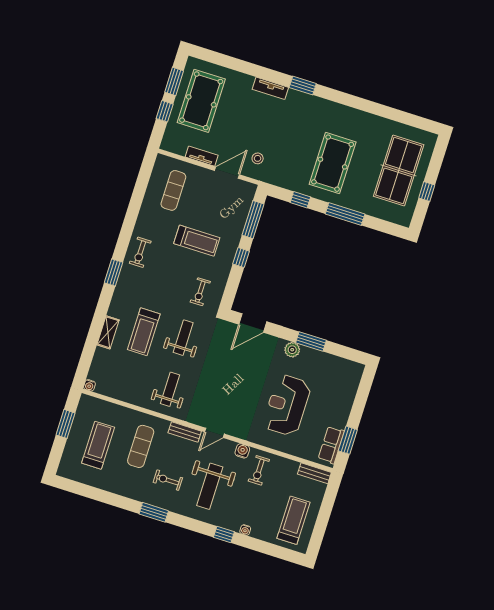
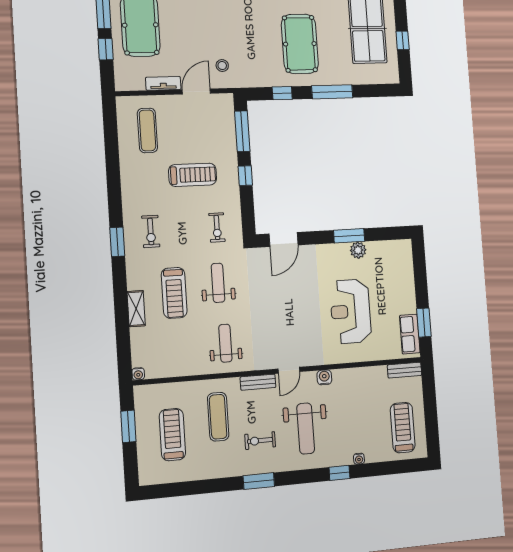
exercise bike: (140, 252) -> (151, 231), moved
plant: (292, 350) -> (358, 250), moved
exercise bike: (259, 470) -> (349, 391), removed

